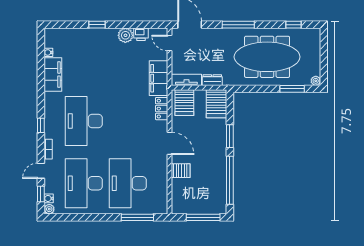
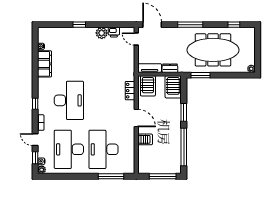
filing cabinet: (158, 78) -> (128, 67), removed
window: (292, 89) -> (200, 75), moved
desk: (84, 121) -> (69, 100), turned 180
door: (41, 171) -> (35, 140), hinge flipped

